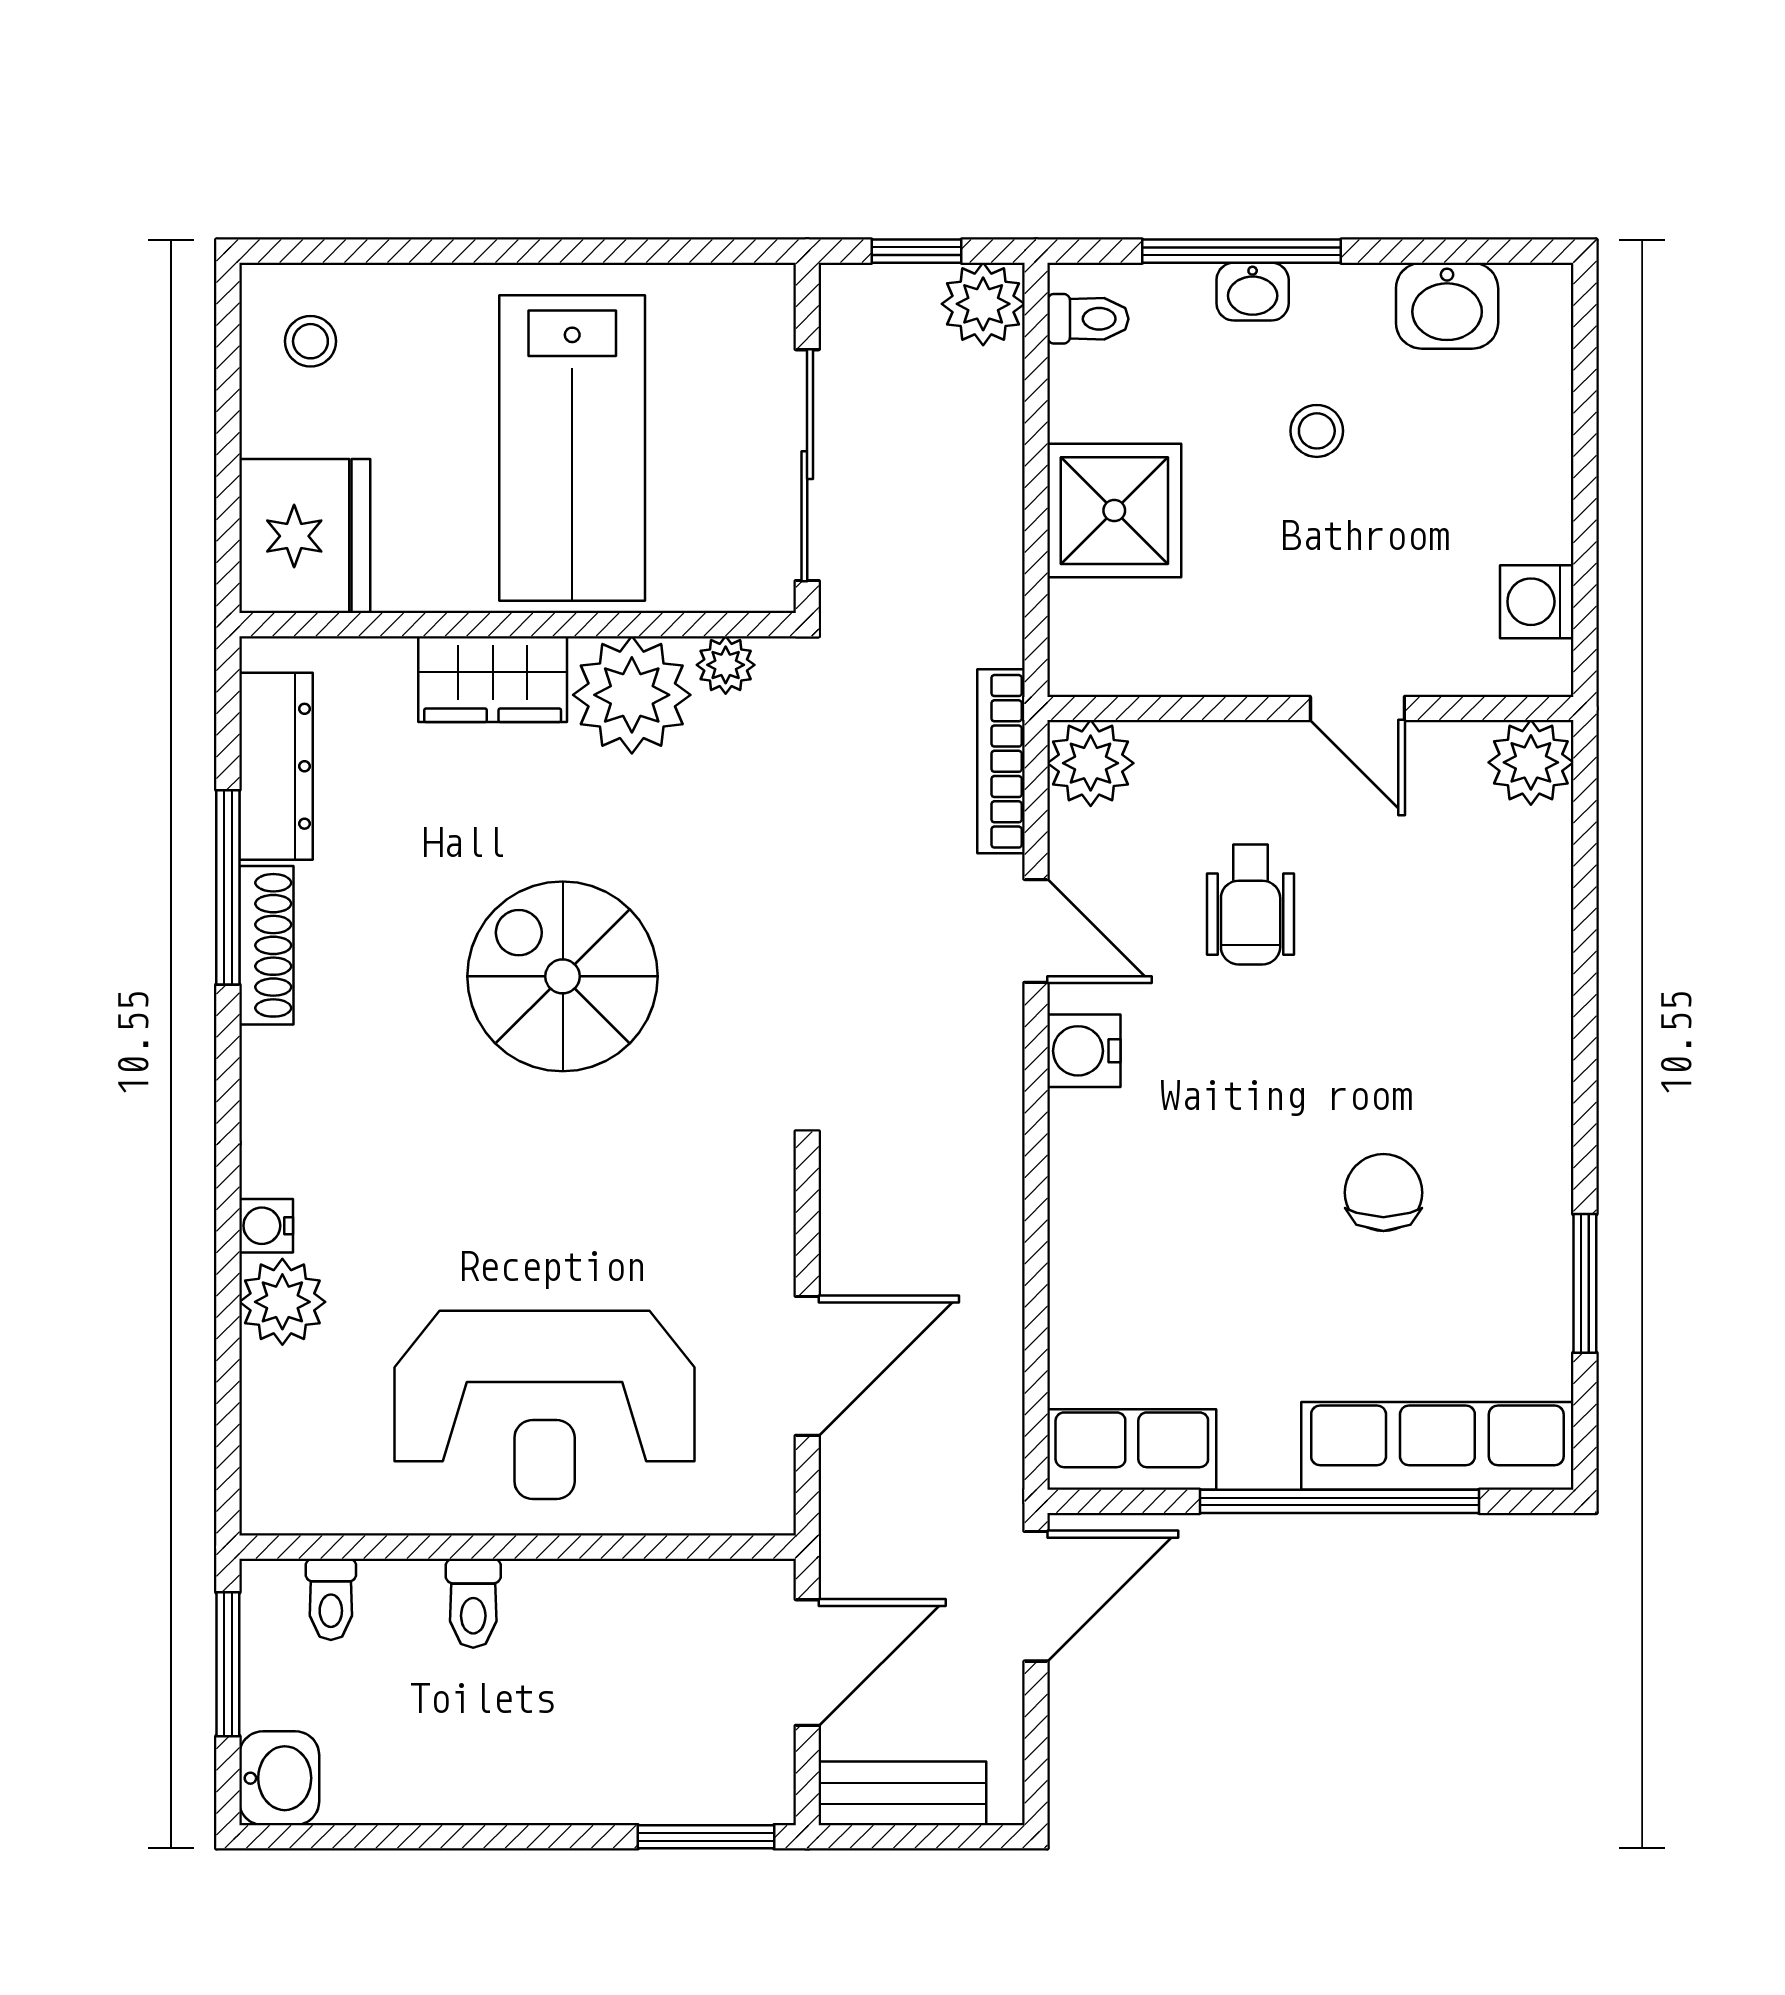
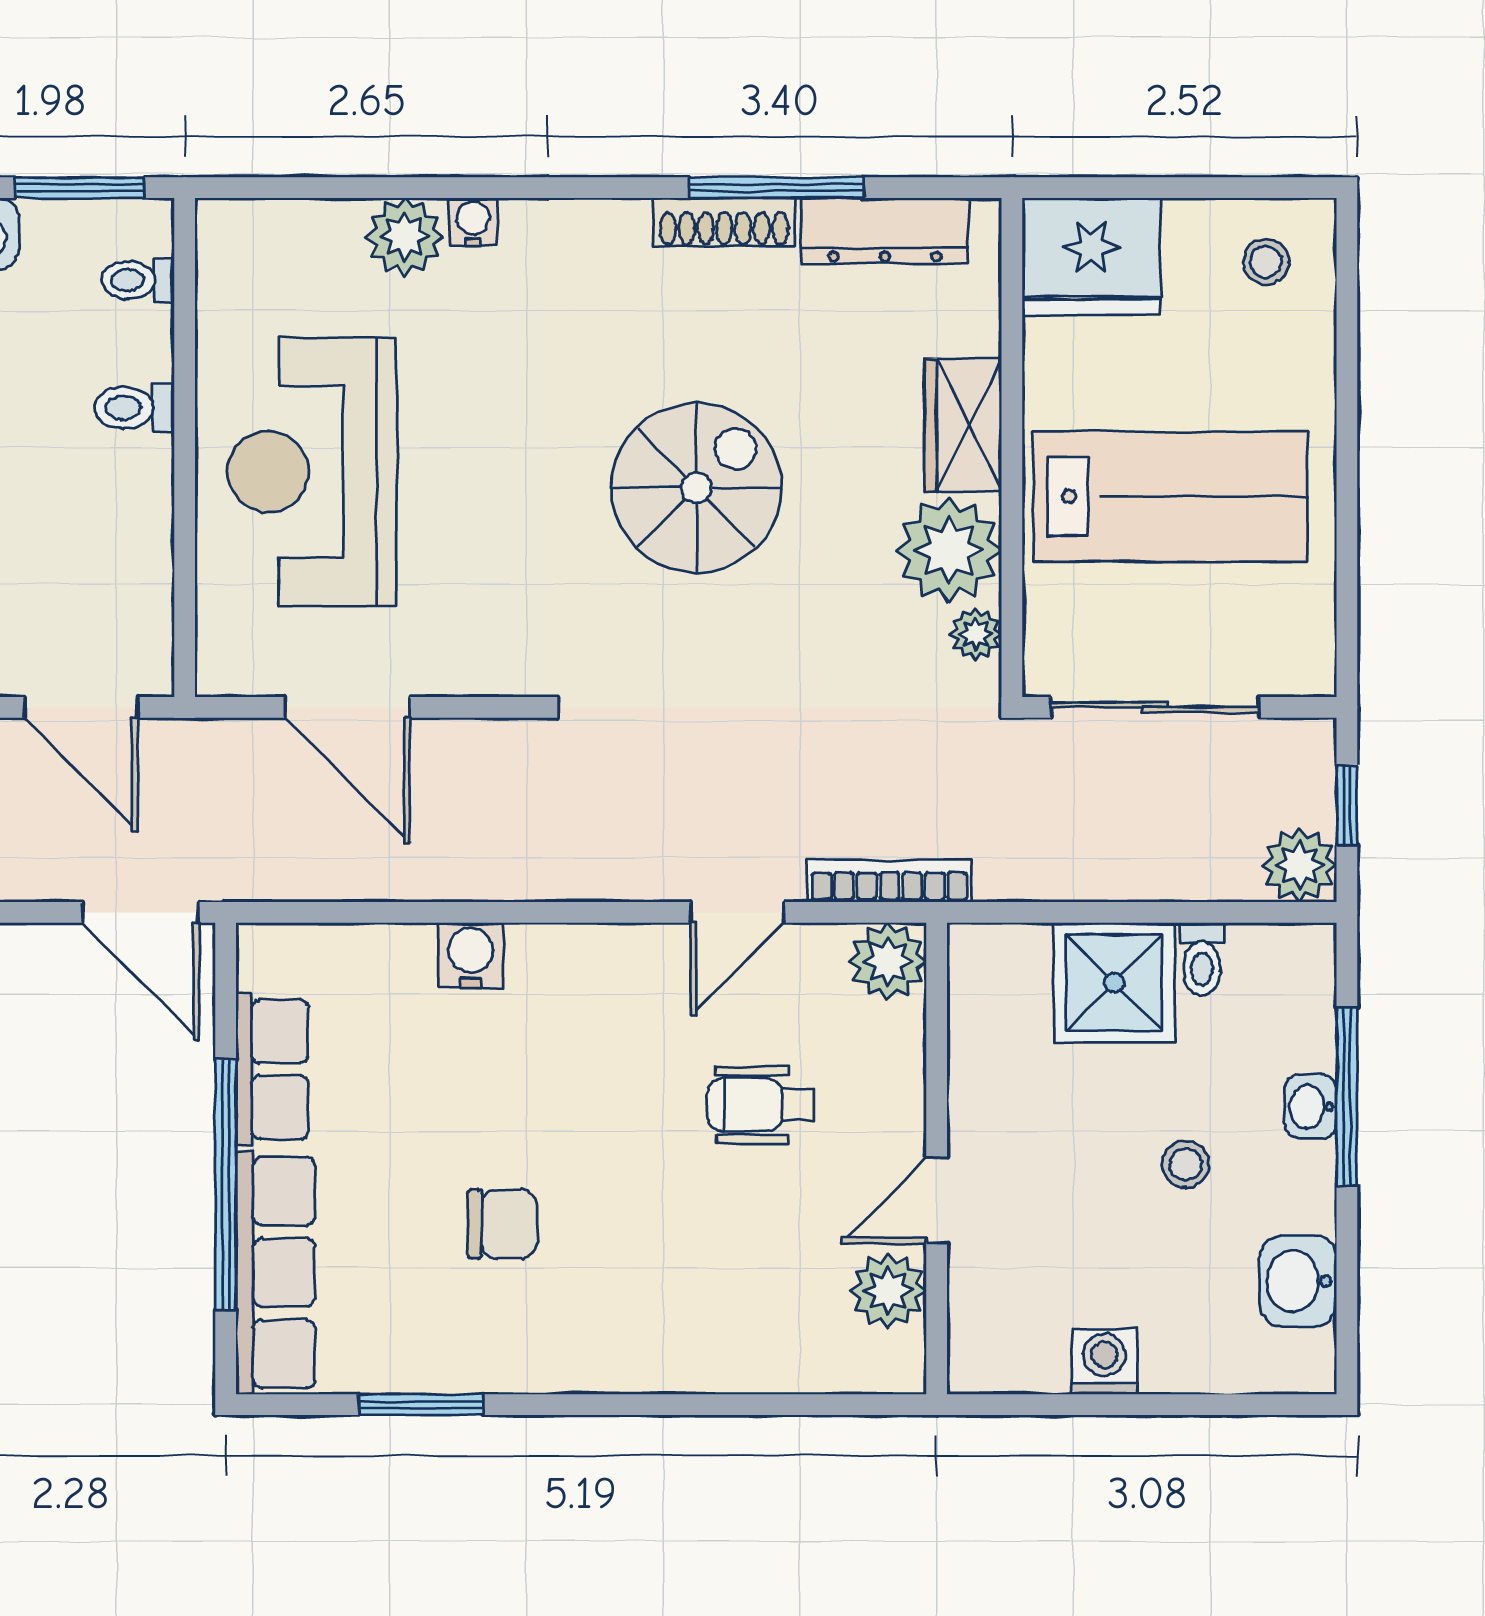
toilet: (1088, 319) -> (1202, 959), moved
lab bench: (572, 448) -> (1170, 496), turned 180
washing machine: (1537, 602) -> (1104, 1362), moved
plant: (1531, 762) -> (888, 1291), moved
water cooler: (1084, 1051) -> (471, 955), moved
row of seats: (1132, 1450) -> (272, 1069), moved

